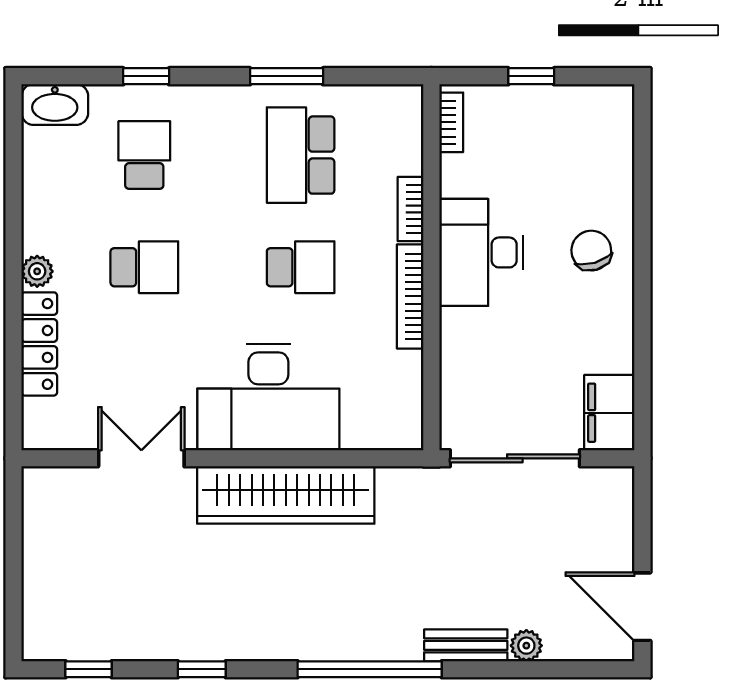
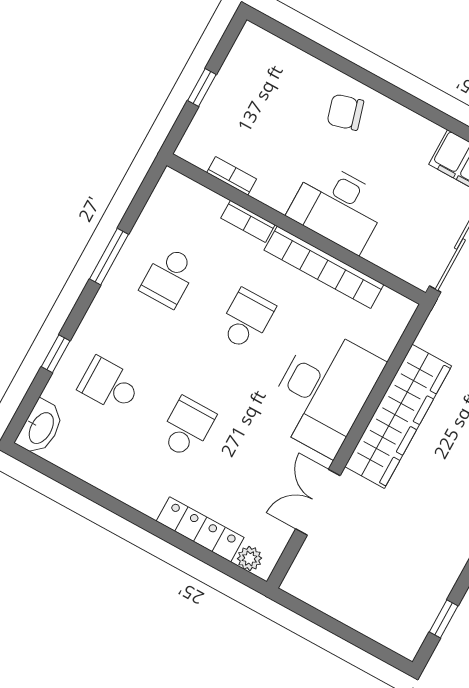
bookcase: (451, 122) -> (232, 176), moved
school desk: (301, 155) -> (169, 277), width x0.54
desk: (481, 252) -> (338, 207), moved
plant: (37, 271) -> (249, 558), moved
bookcase: (410, 296) -> (324, 267), width x1.48, depth x1.31

